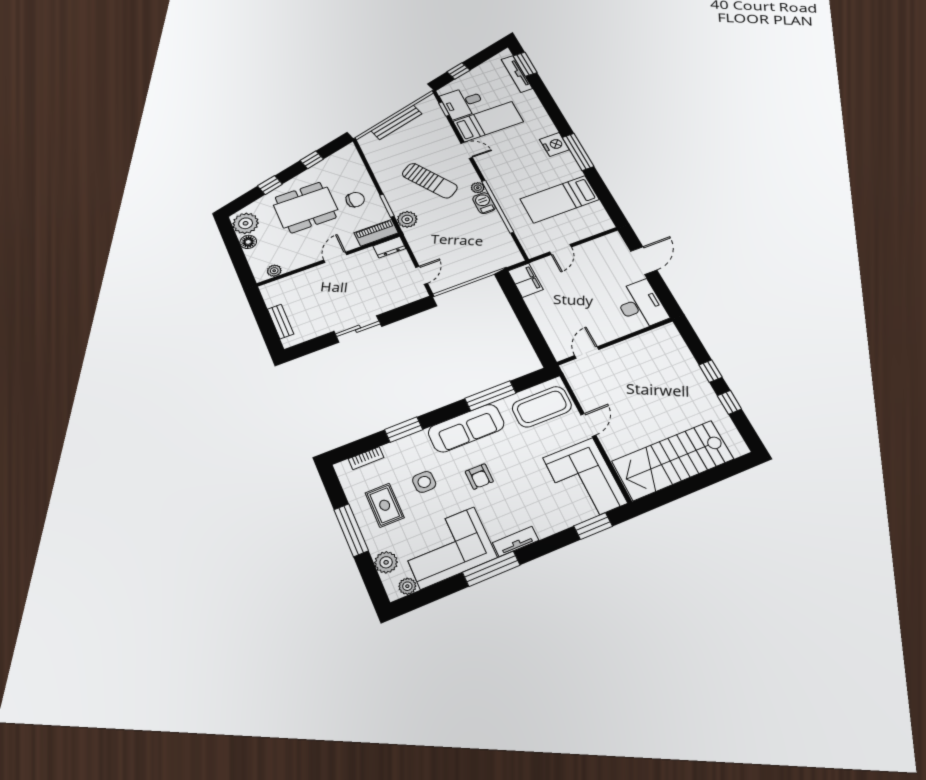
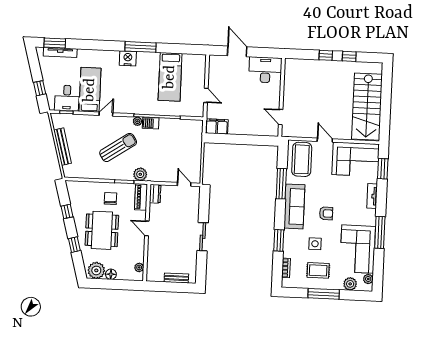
tv unit: (516, 541) -> (372, 196), moved

